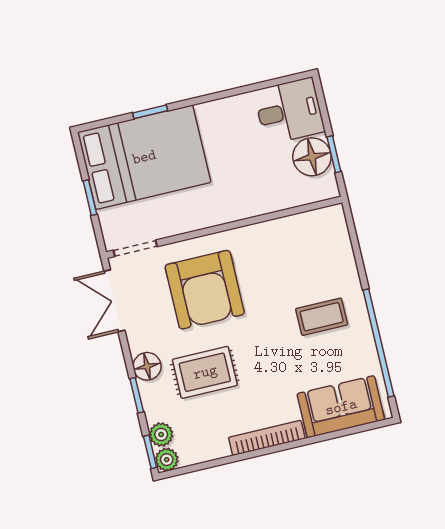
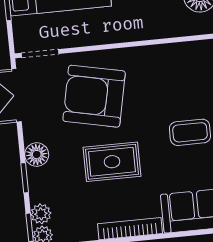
armchair: (205, 290) -> (94, 96), turned 102
rug: (205, 372) -> (112, 162), moved

